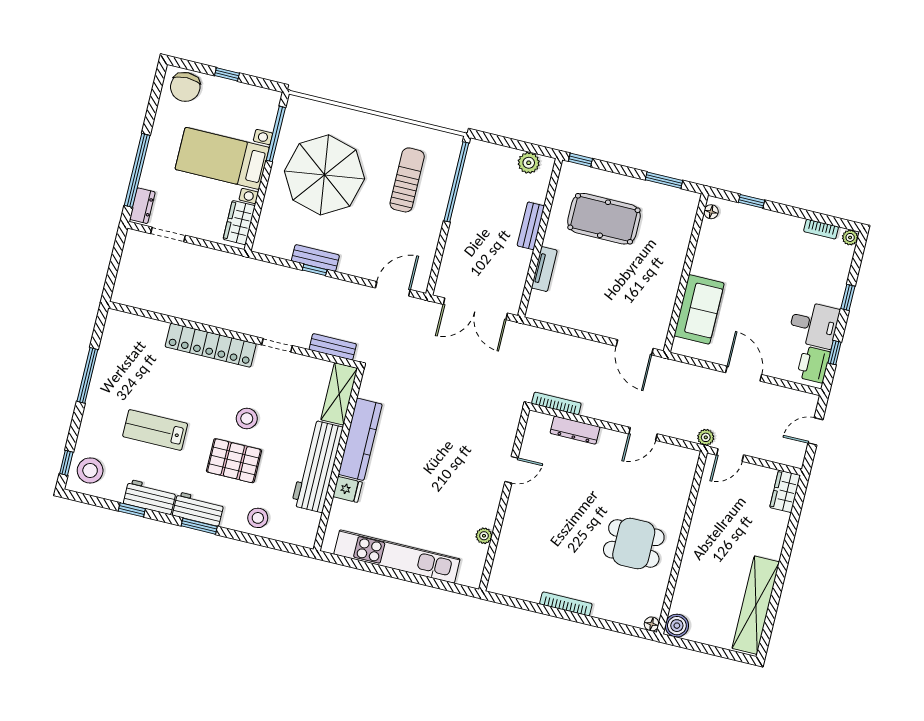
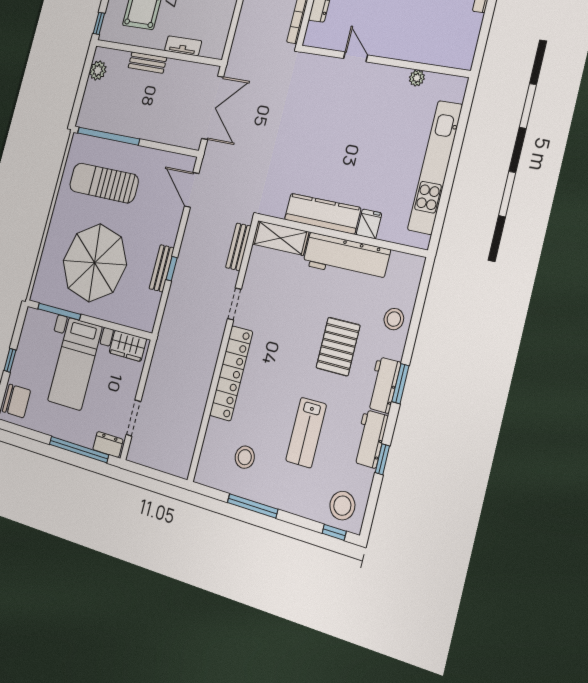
sun lounger: (407, 180) -> (104, 183), width x1.36, depth x1.34
stool: (247, 419) -> (245, 457), moved

